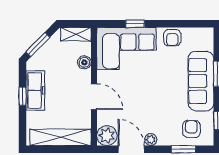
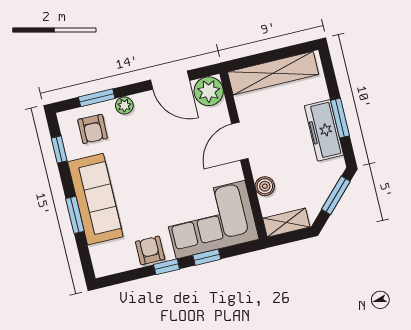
window: (164, 24) -> (167, 267), added
window: (23, 96) -> (340, 118), width x1.50
door: (94, 97) -> (240, 141), hinge flipped
plant: (151, 140) -> (124, 105), moved

